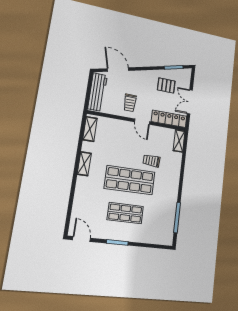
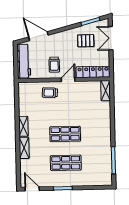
double door: (190, 102) -> (111, 38), moved
door: (142, 122) -> (68, 80), swing flipped
shelving: (90, 129) -> (24, 148), moved
trolley: (151, 161) -> (50, 93), moved
shop shelf: (130, 180) -> (65, 134), width x0.70, depth x0.74

